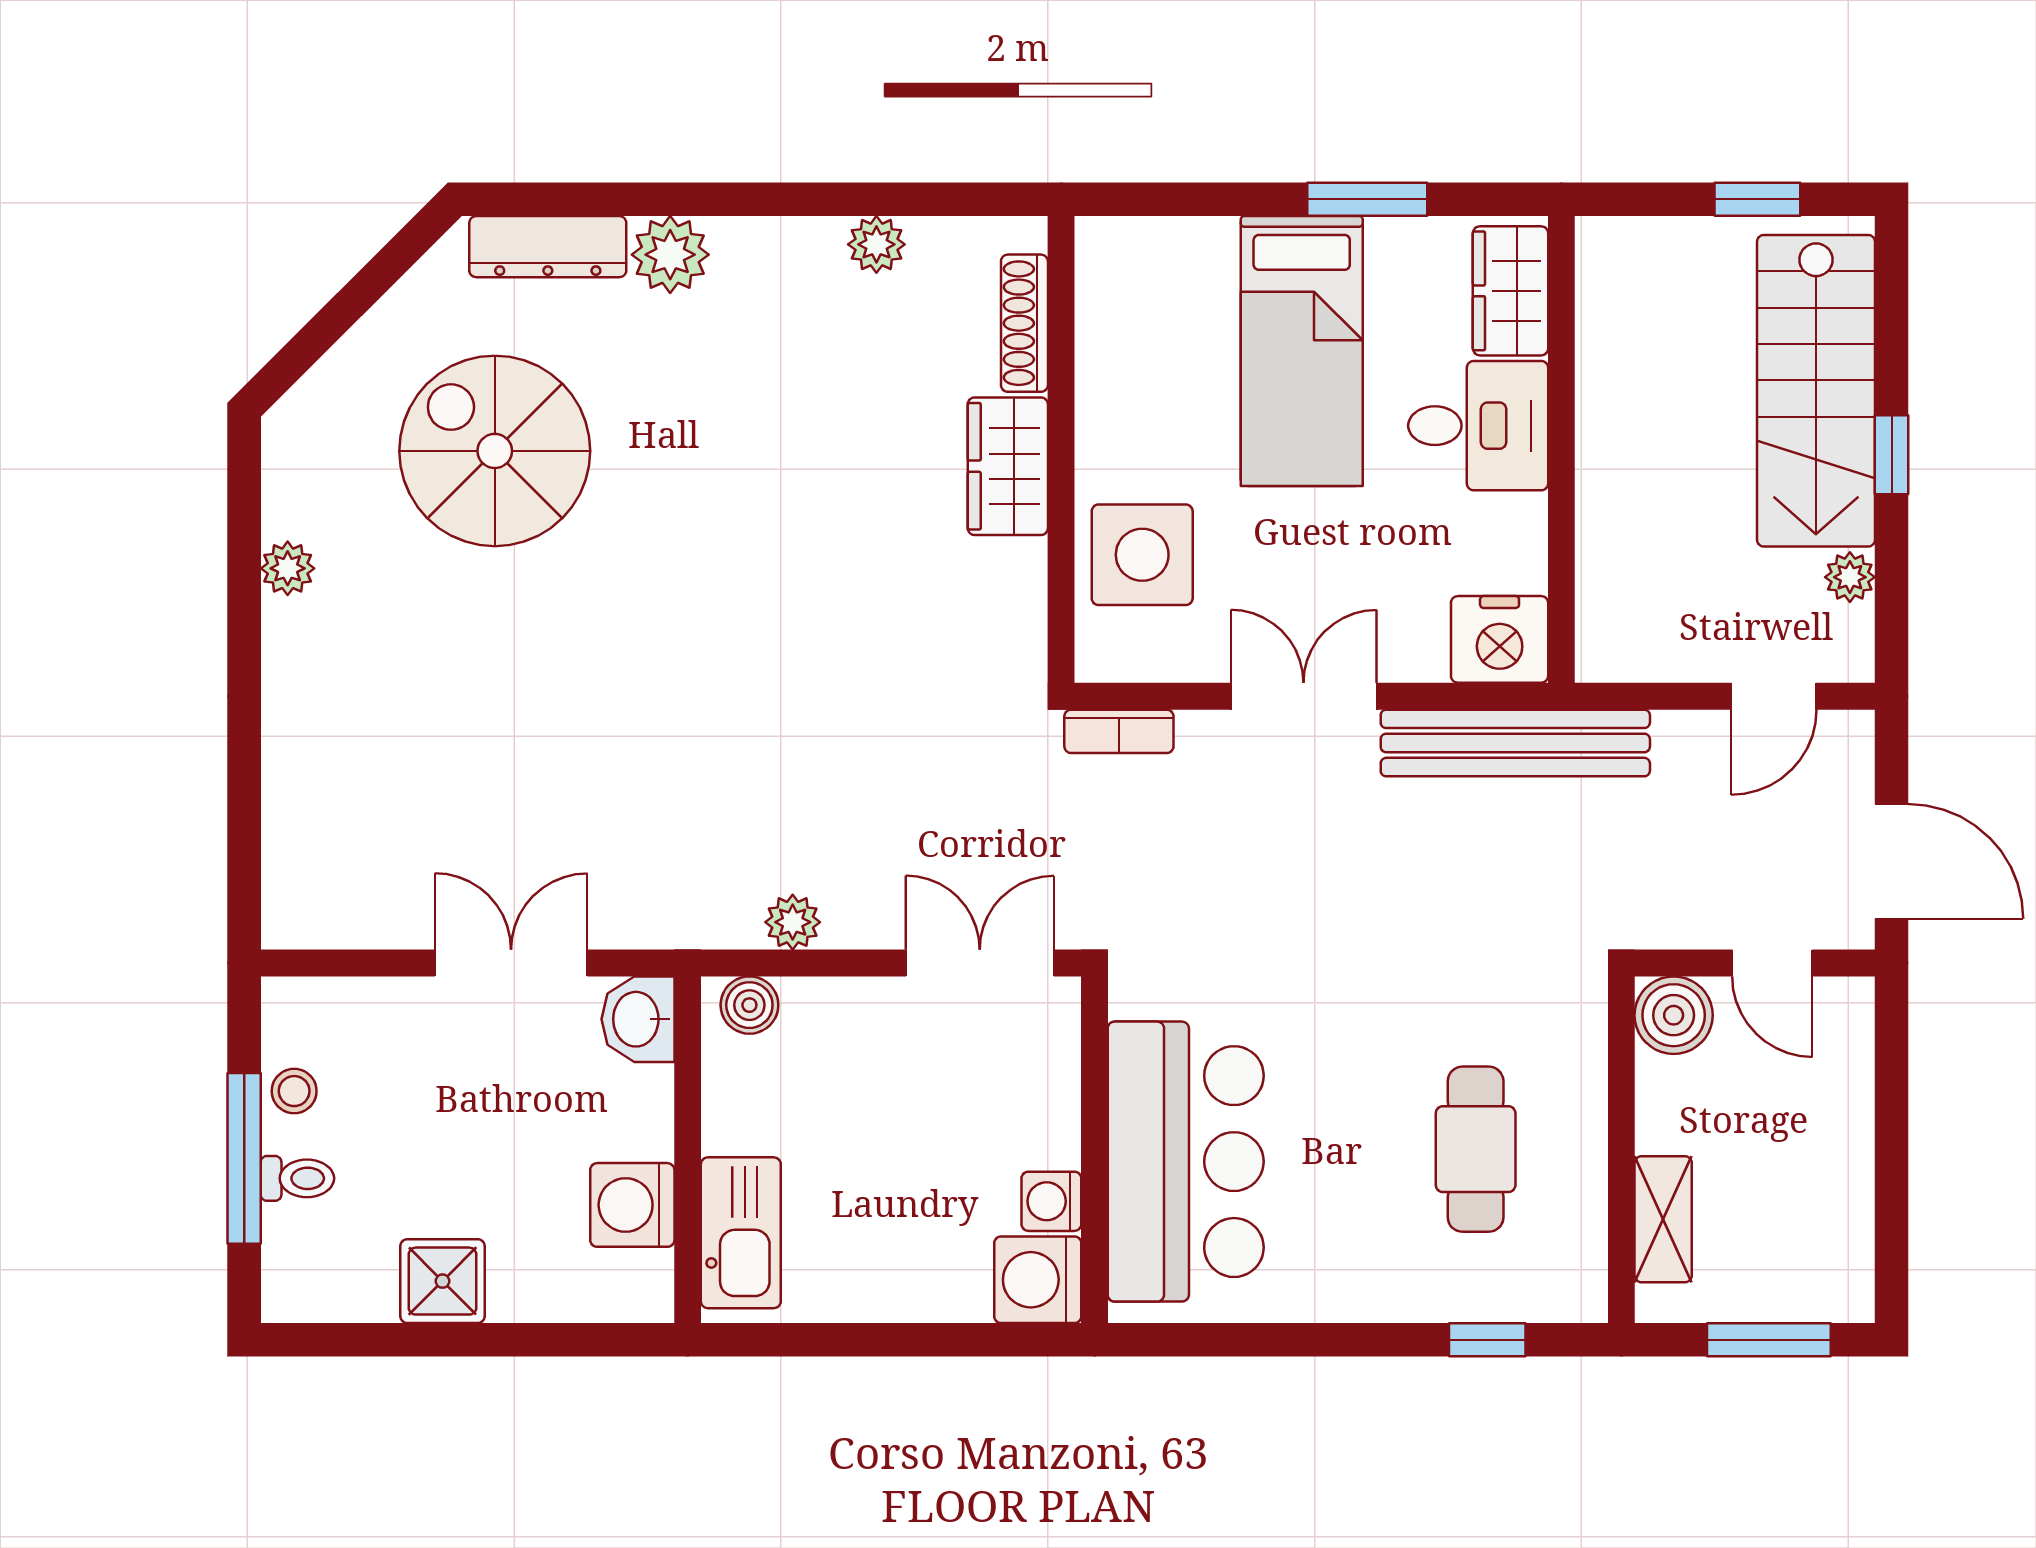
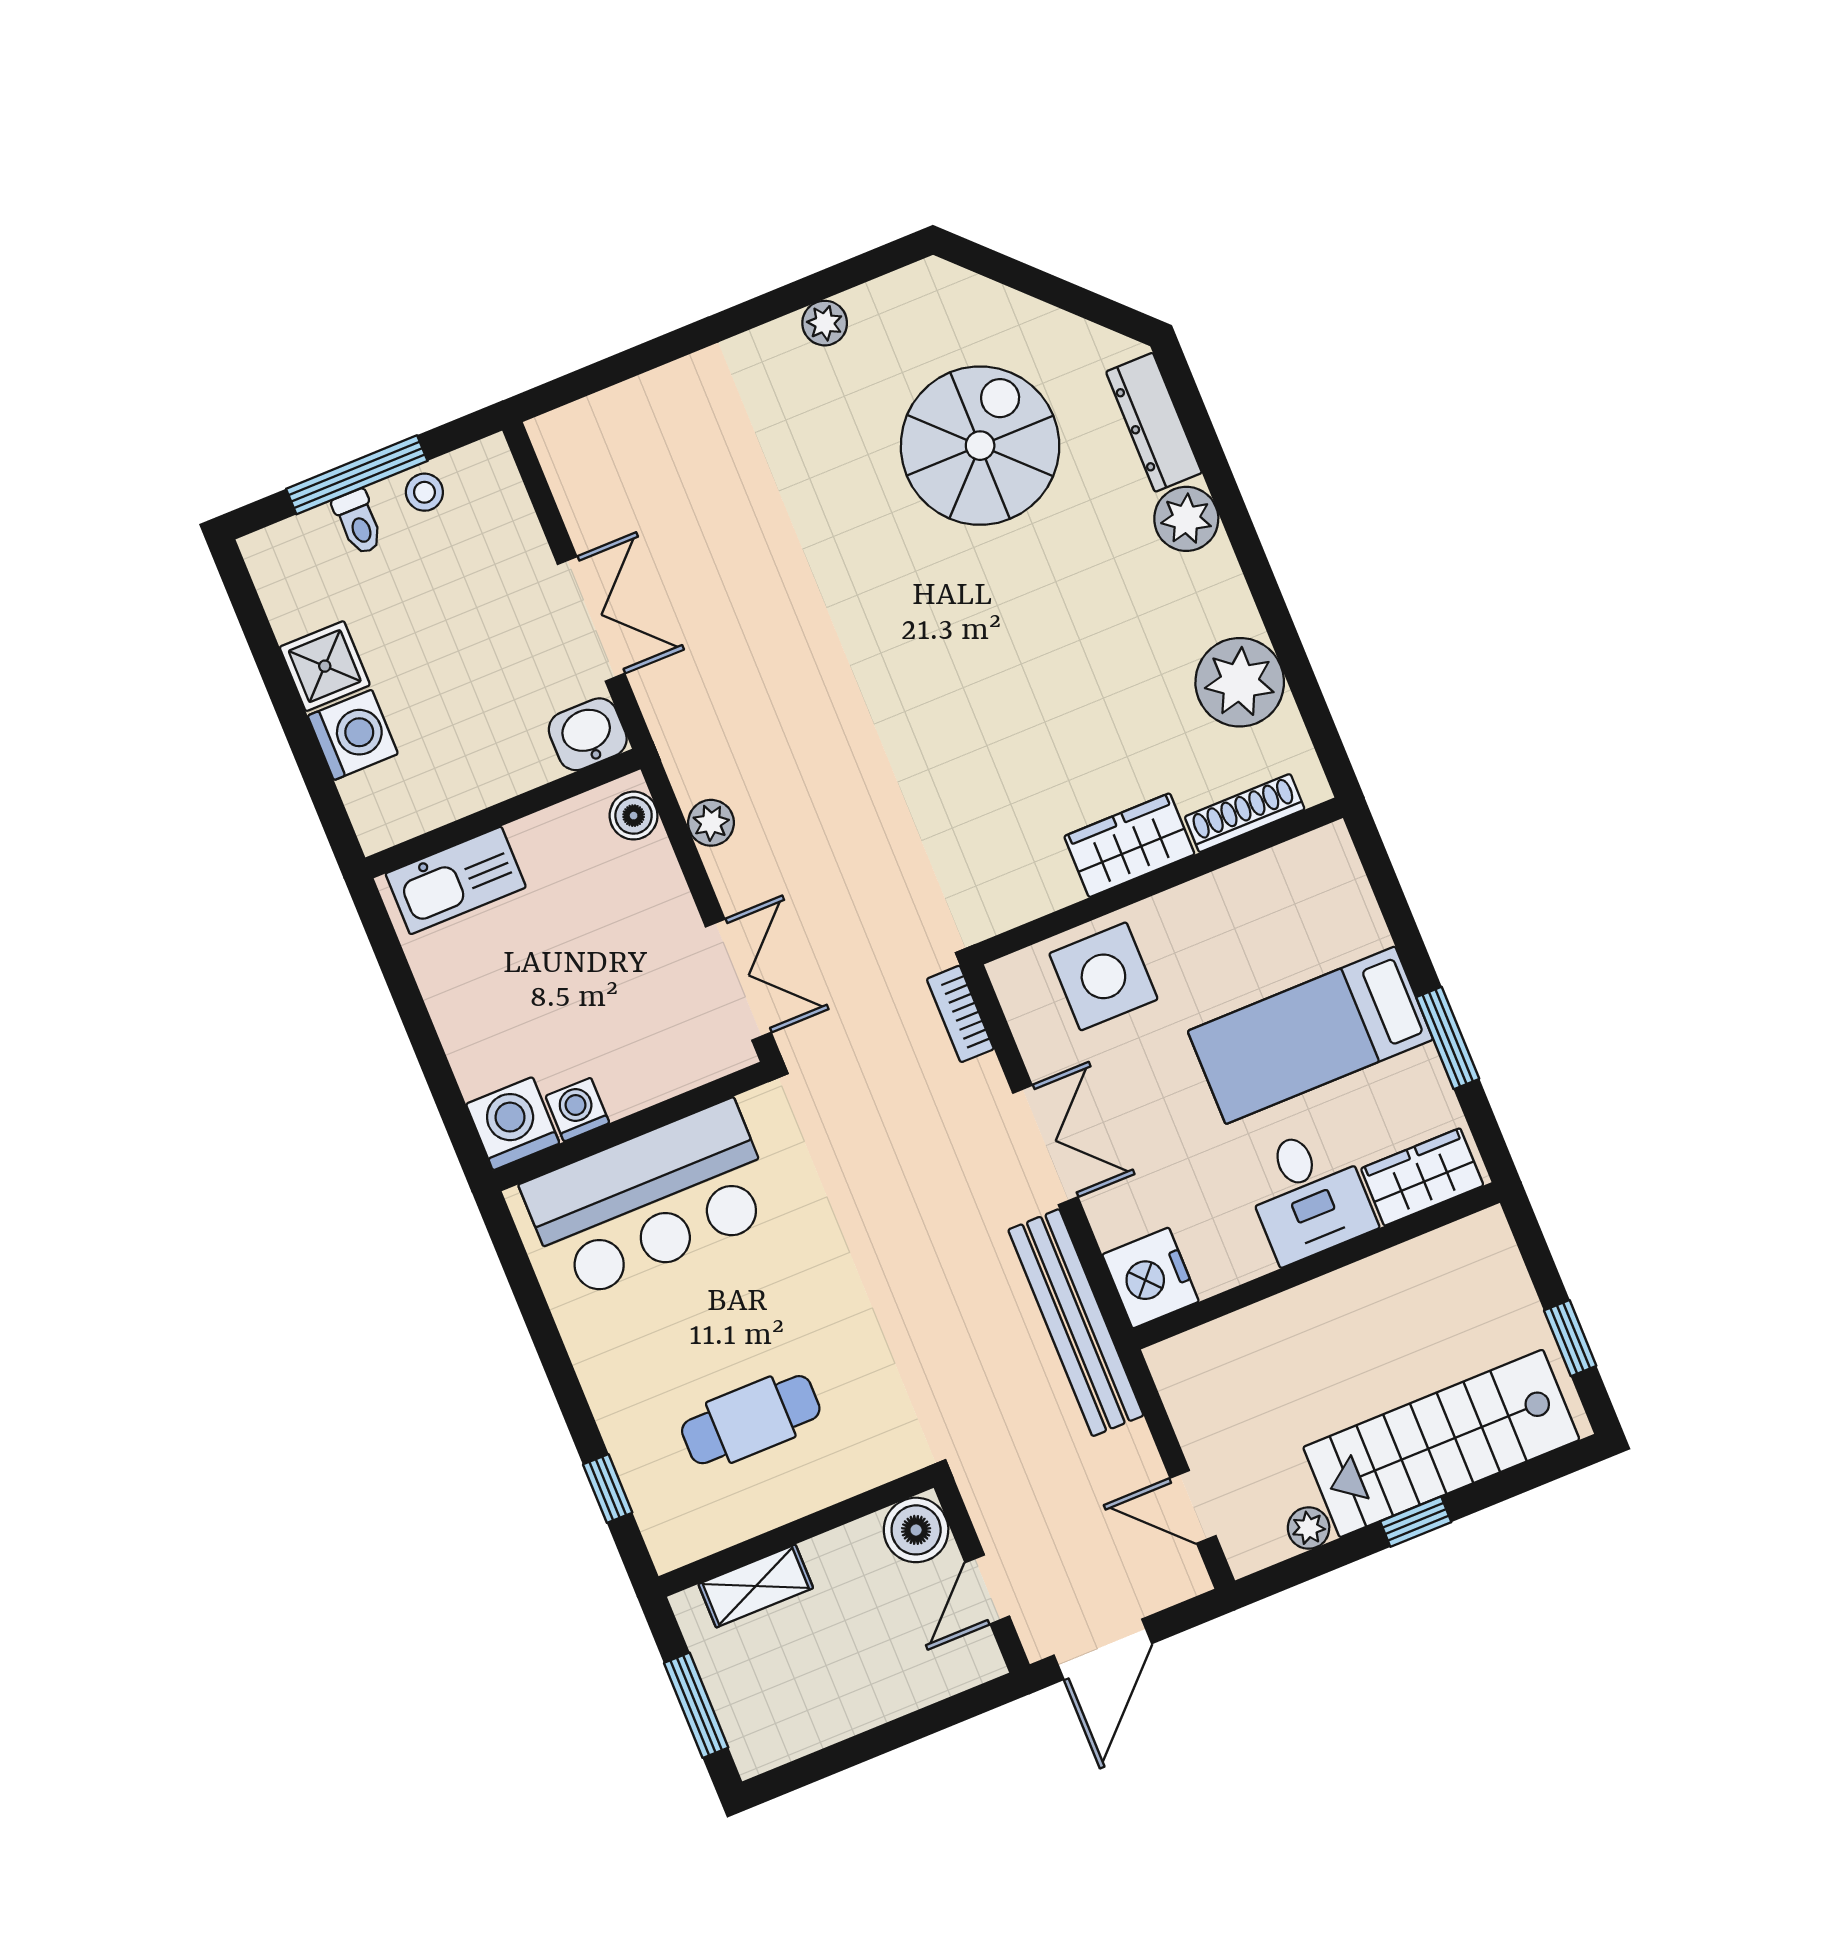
plant: (876, 244) -> (1240, 682), width x1.88, depth x1.88
washing machine: (632, 1205) -> (353, 735), moved, turned 90

